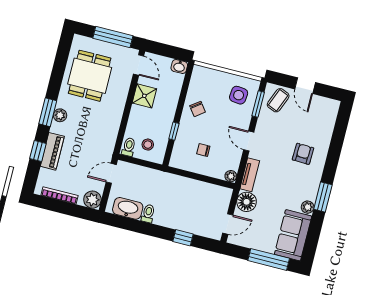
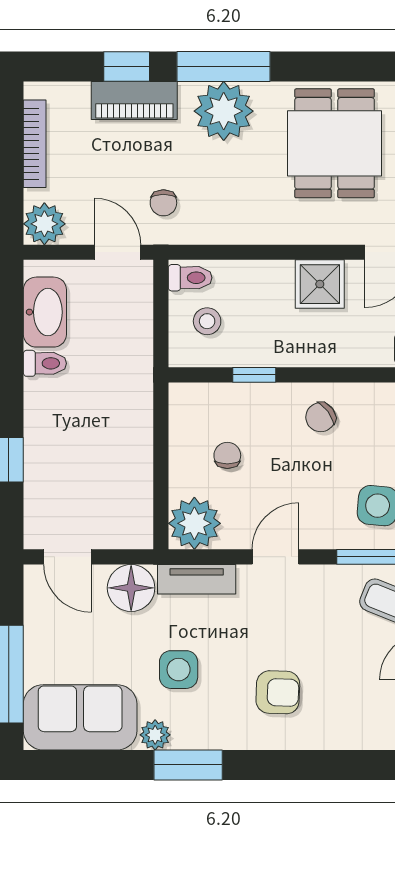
dining table: (90, 76) -> (335, 143), turned 90
window: (48, 112) -> (224, 66), width x1.44
plant: (60, 115) -> (224, 111), width x1.88, depth x1.88
chair: (96, 150) -> (163, 203), added
plant: (231, 176) -> (194, 523), width x1.87, depth x1.87
side table: (284, 191) -> (179, 670), added

